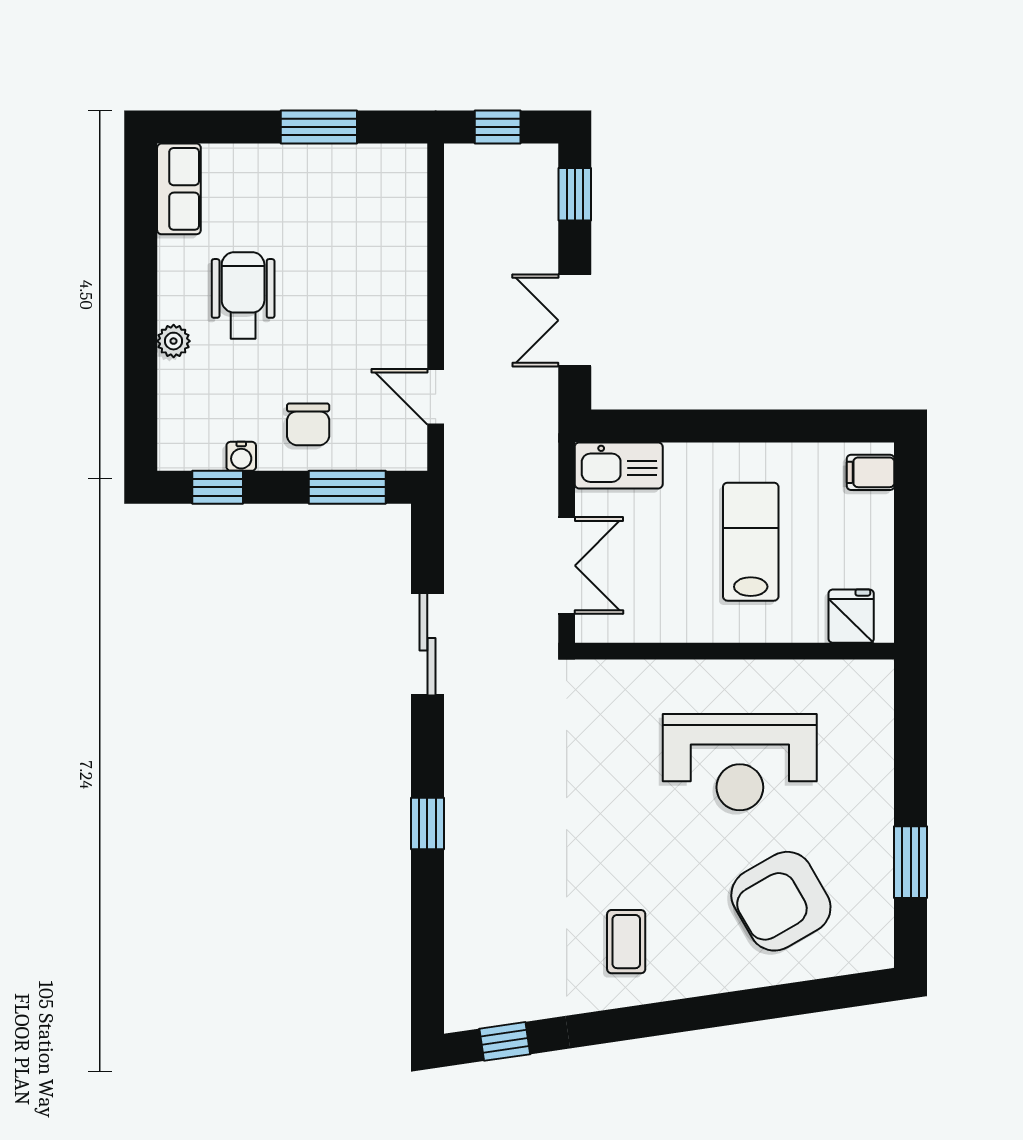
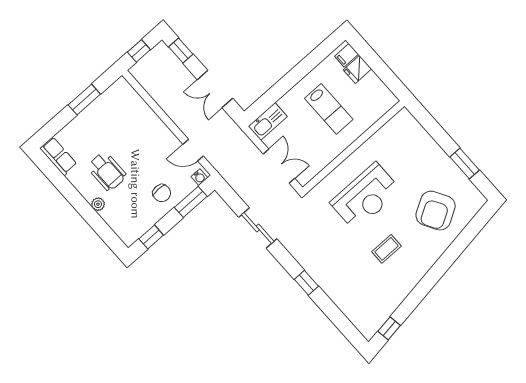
wheelchair: (243, 295) -> (107, 171), turned 180
water cooler: (241, 456) -> (199, 177), moved
lab bench: (751, 542) -> (329, 109), turned 180
fridge: (851, 616) -> (357, 69), moved, turned -90
reception desk: (740, 762) -> (366, 197), moved
coffee table: (626, 942) -> (387, 249), moved, turned 90

